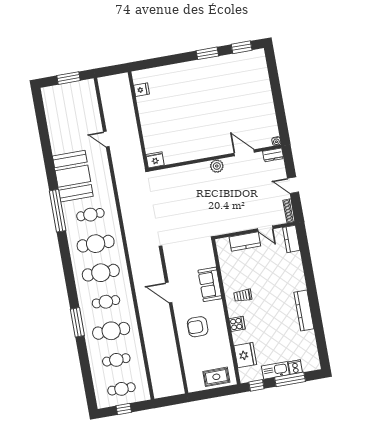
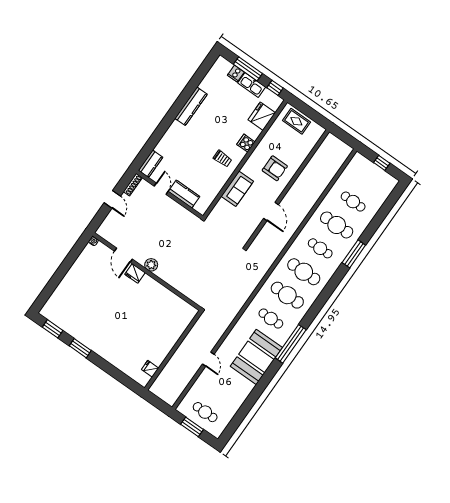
dresser: (273, 155) -> (105, 234), removed
fridge: (155, 160) -> (135, 273), moved
cafe table: (121, 389) -> (205, 412), moved

